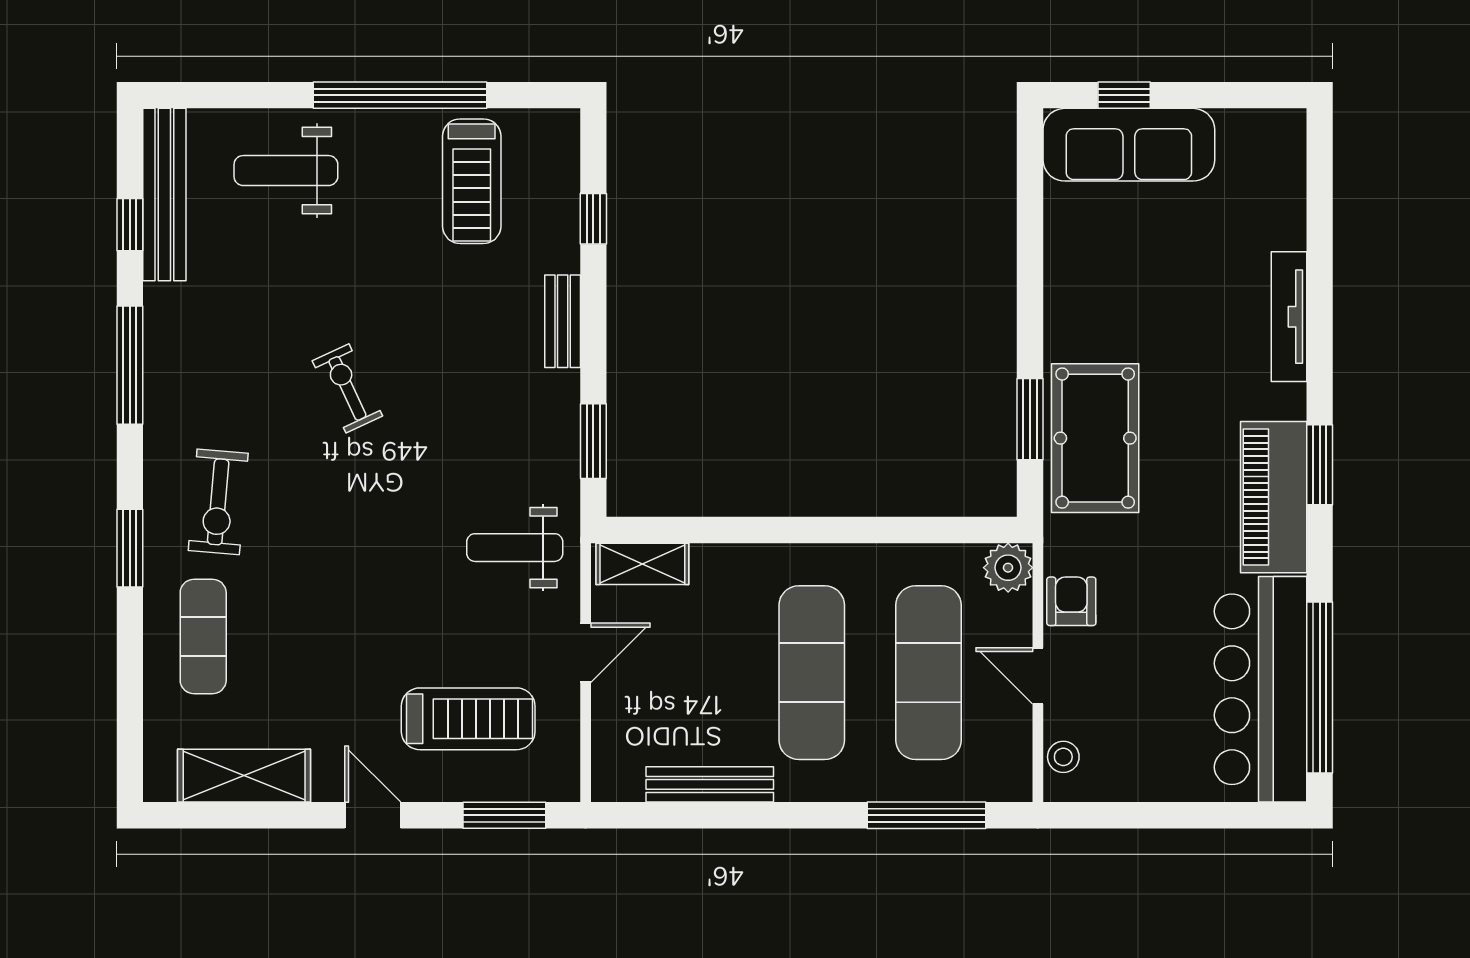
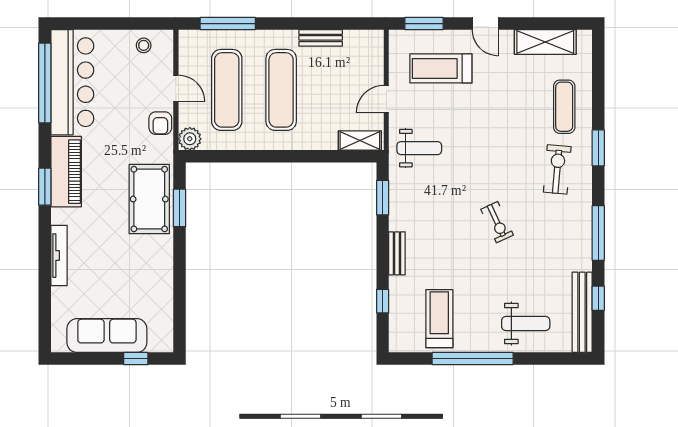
sofa: (1129, 145) -> (107, 336), moved
stool: (1063, 757) -> (144, 45), moved
bench: (710, 784) -> (321, 38), width x0.73

